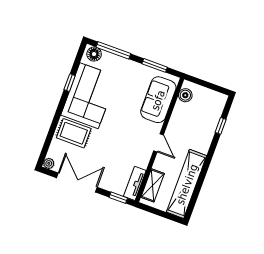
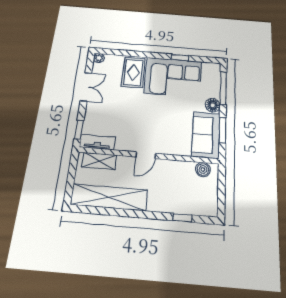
floor lamp: (94, 54) -> (213, 105), moved
sofa: (158, 100) -> (206, 135), moved, turned -90
double door: (77, 182) -> (86, 87), width x0.73

